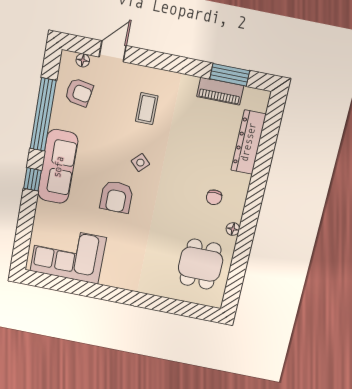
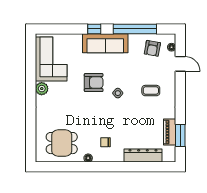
armchair: (116, 197) -> (94, 83), turned 180
plant: (111, 277) -> (42, 89), added

